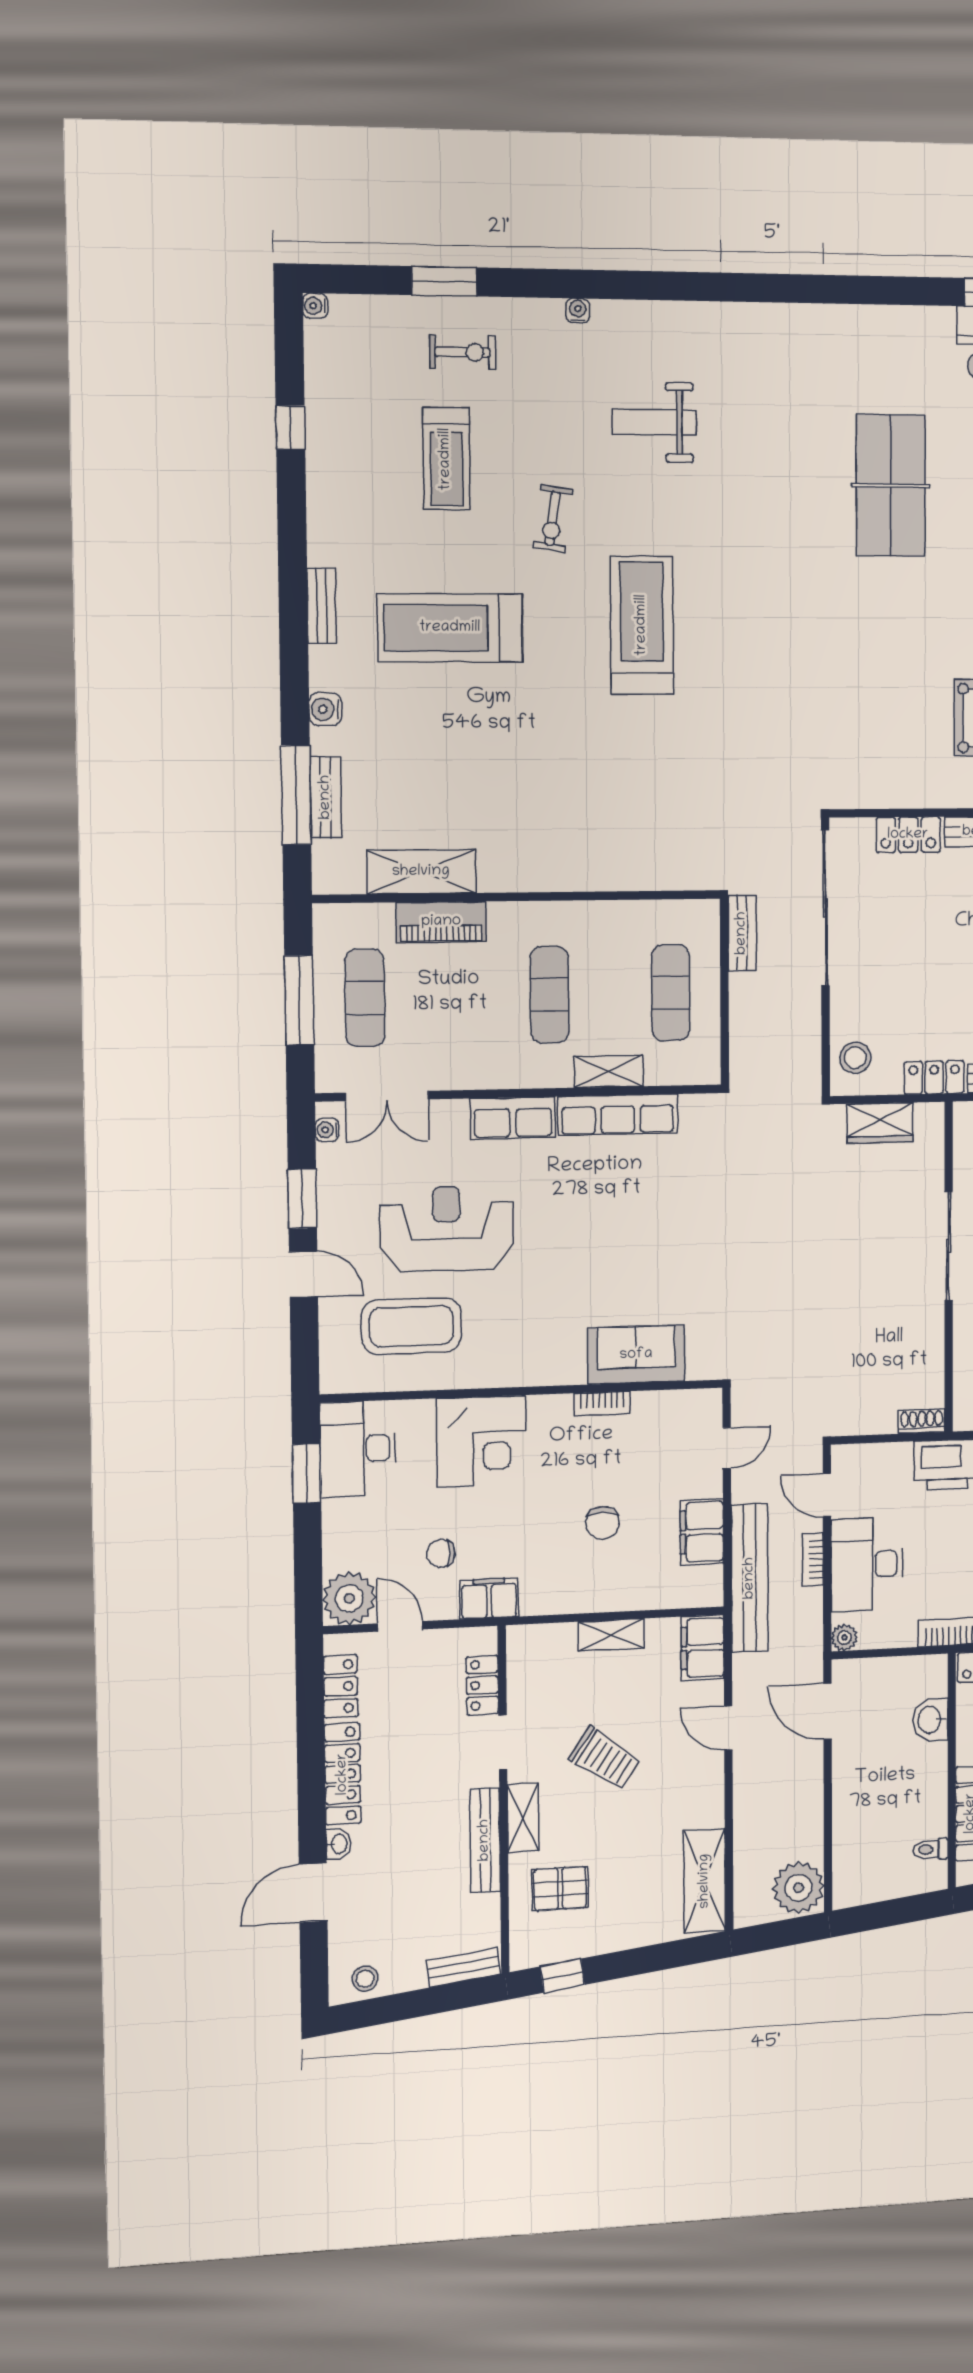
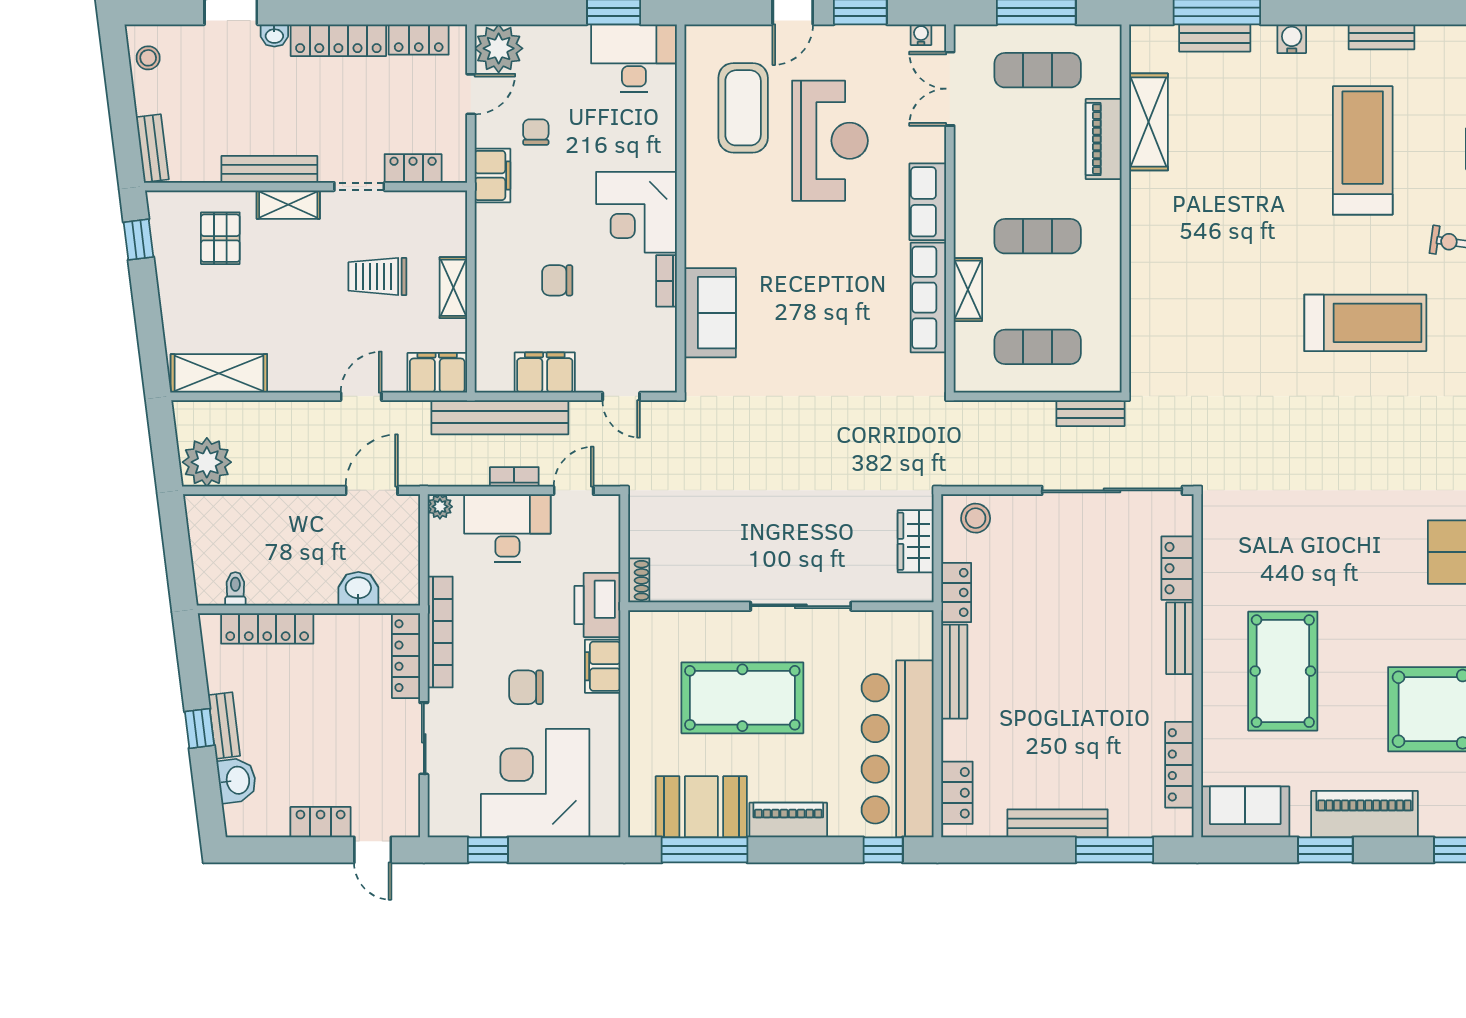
corner desk: (482, 1441) -> (636, 212), moved
trolley: (605, 1759) -> (377, 276), moved, turned 55

